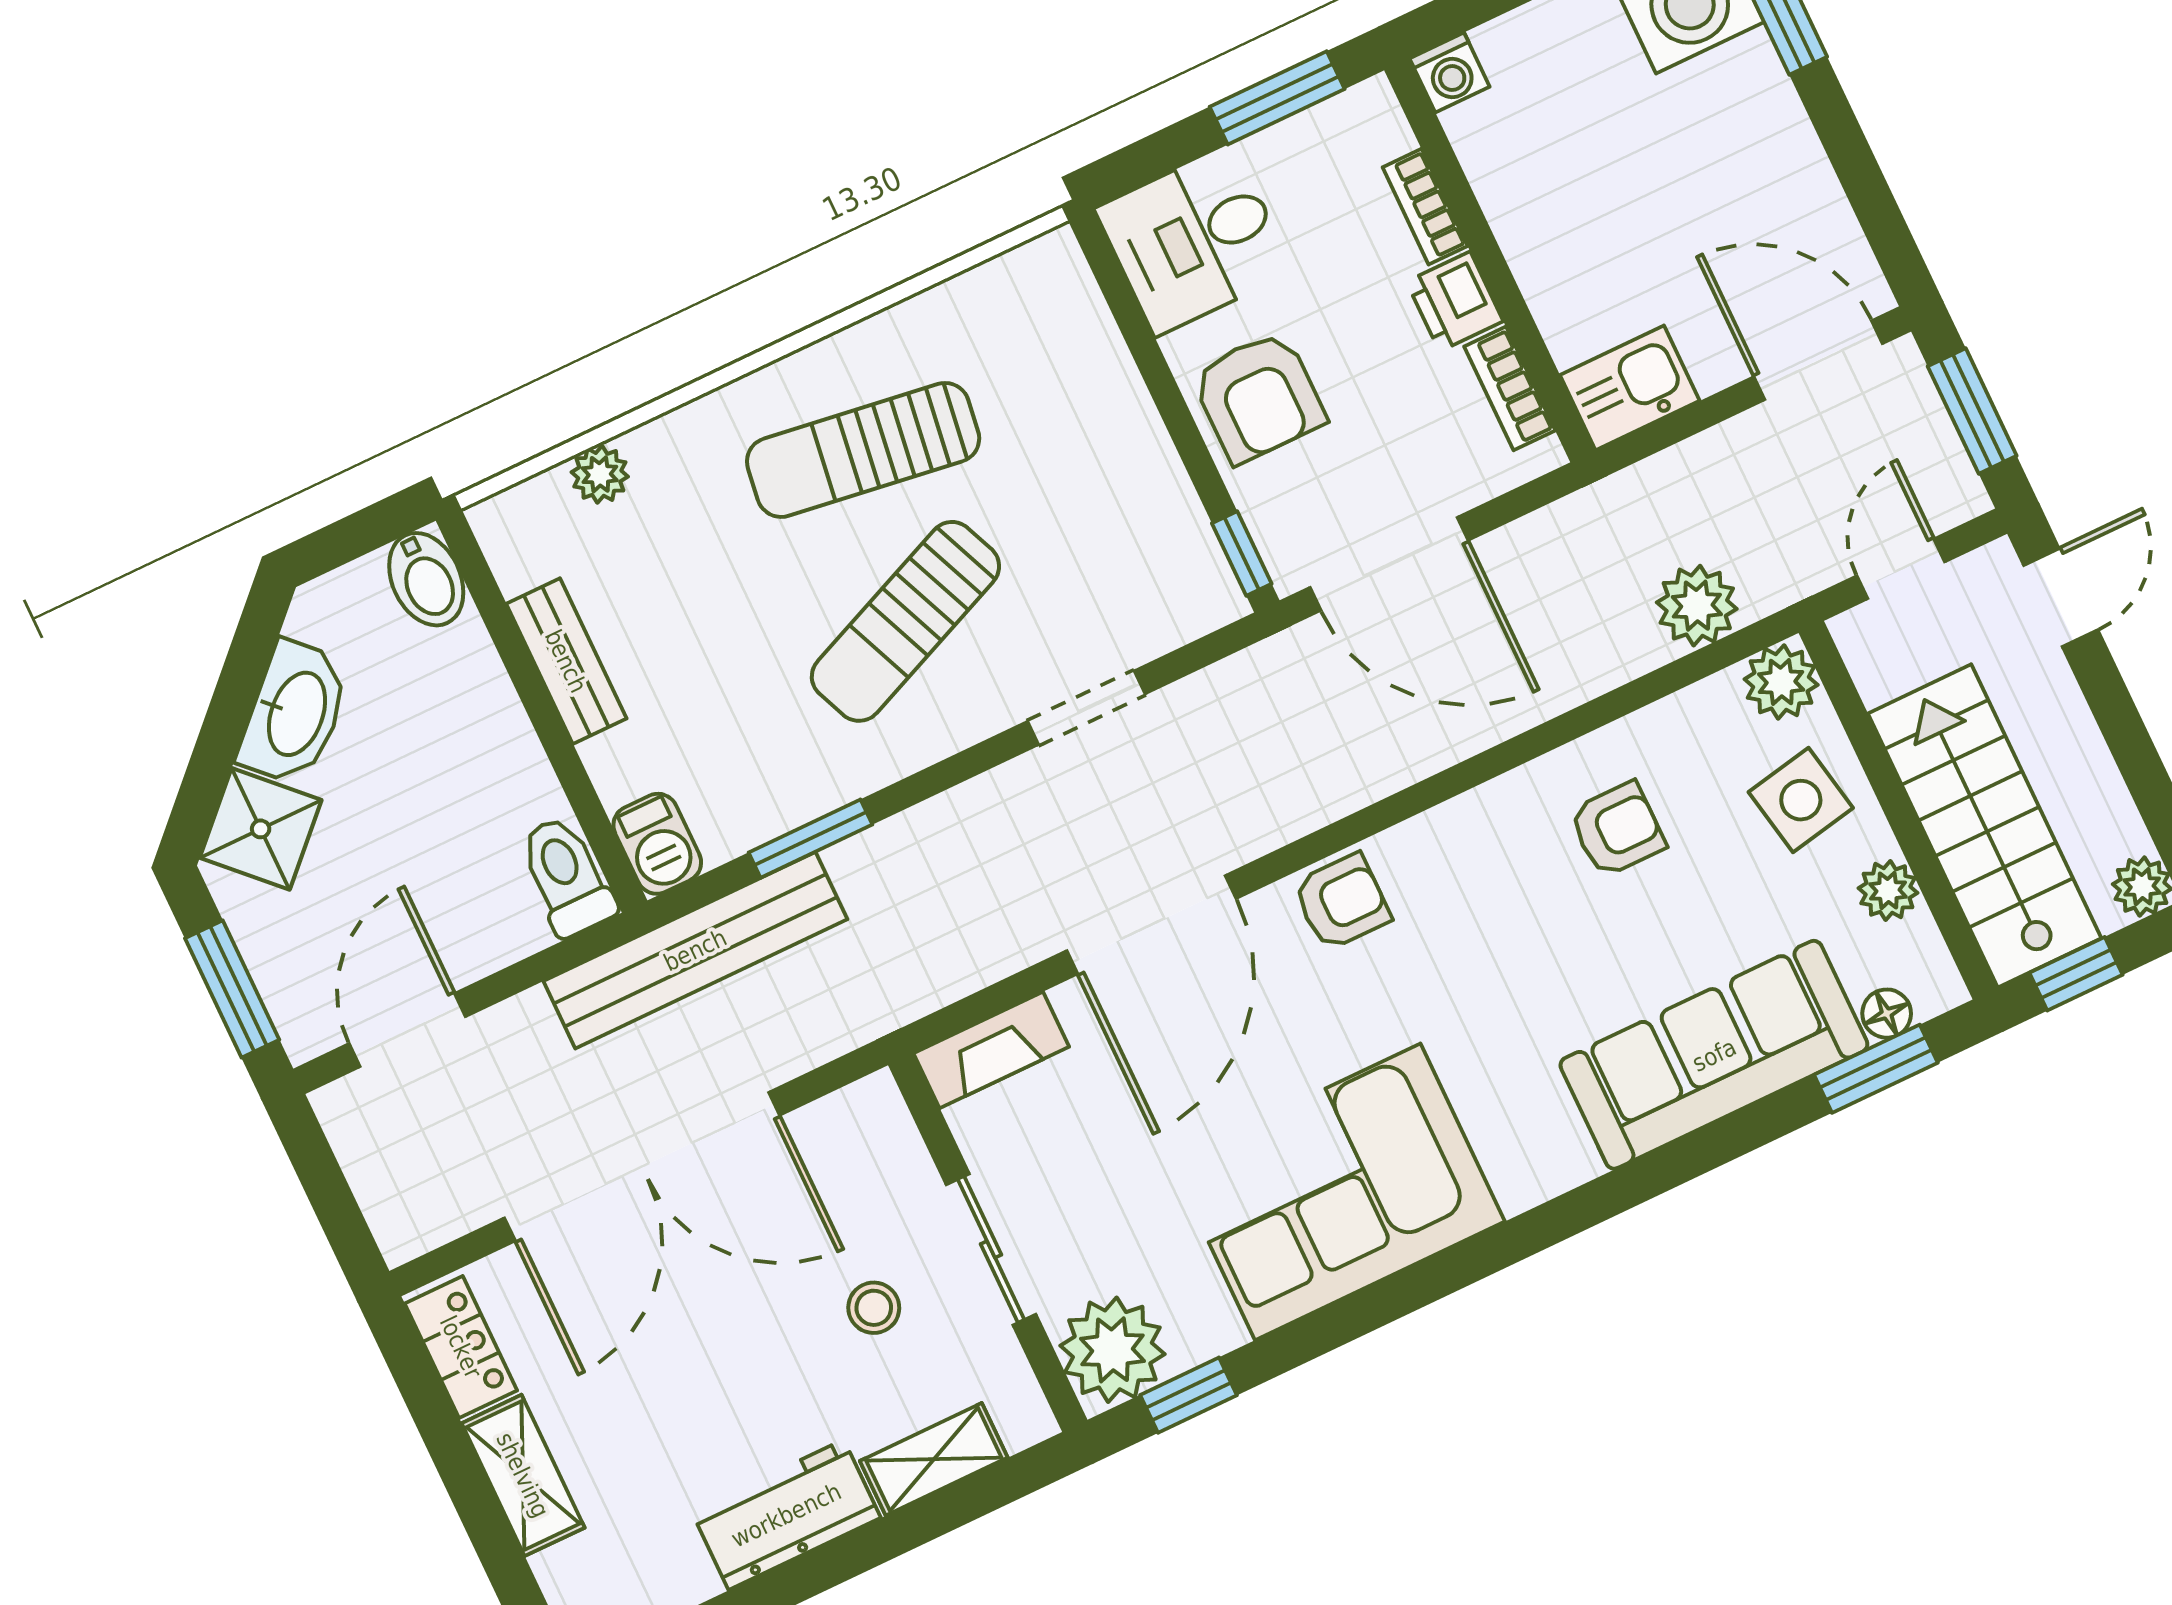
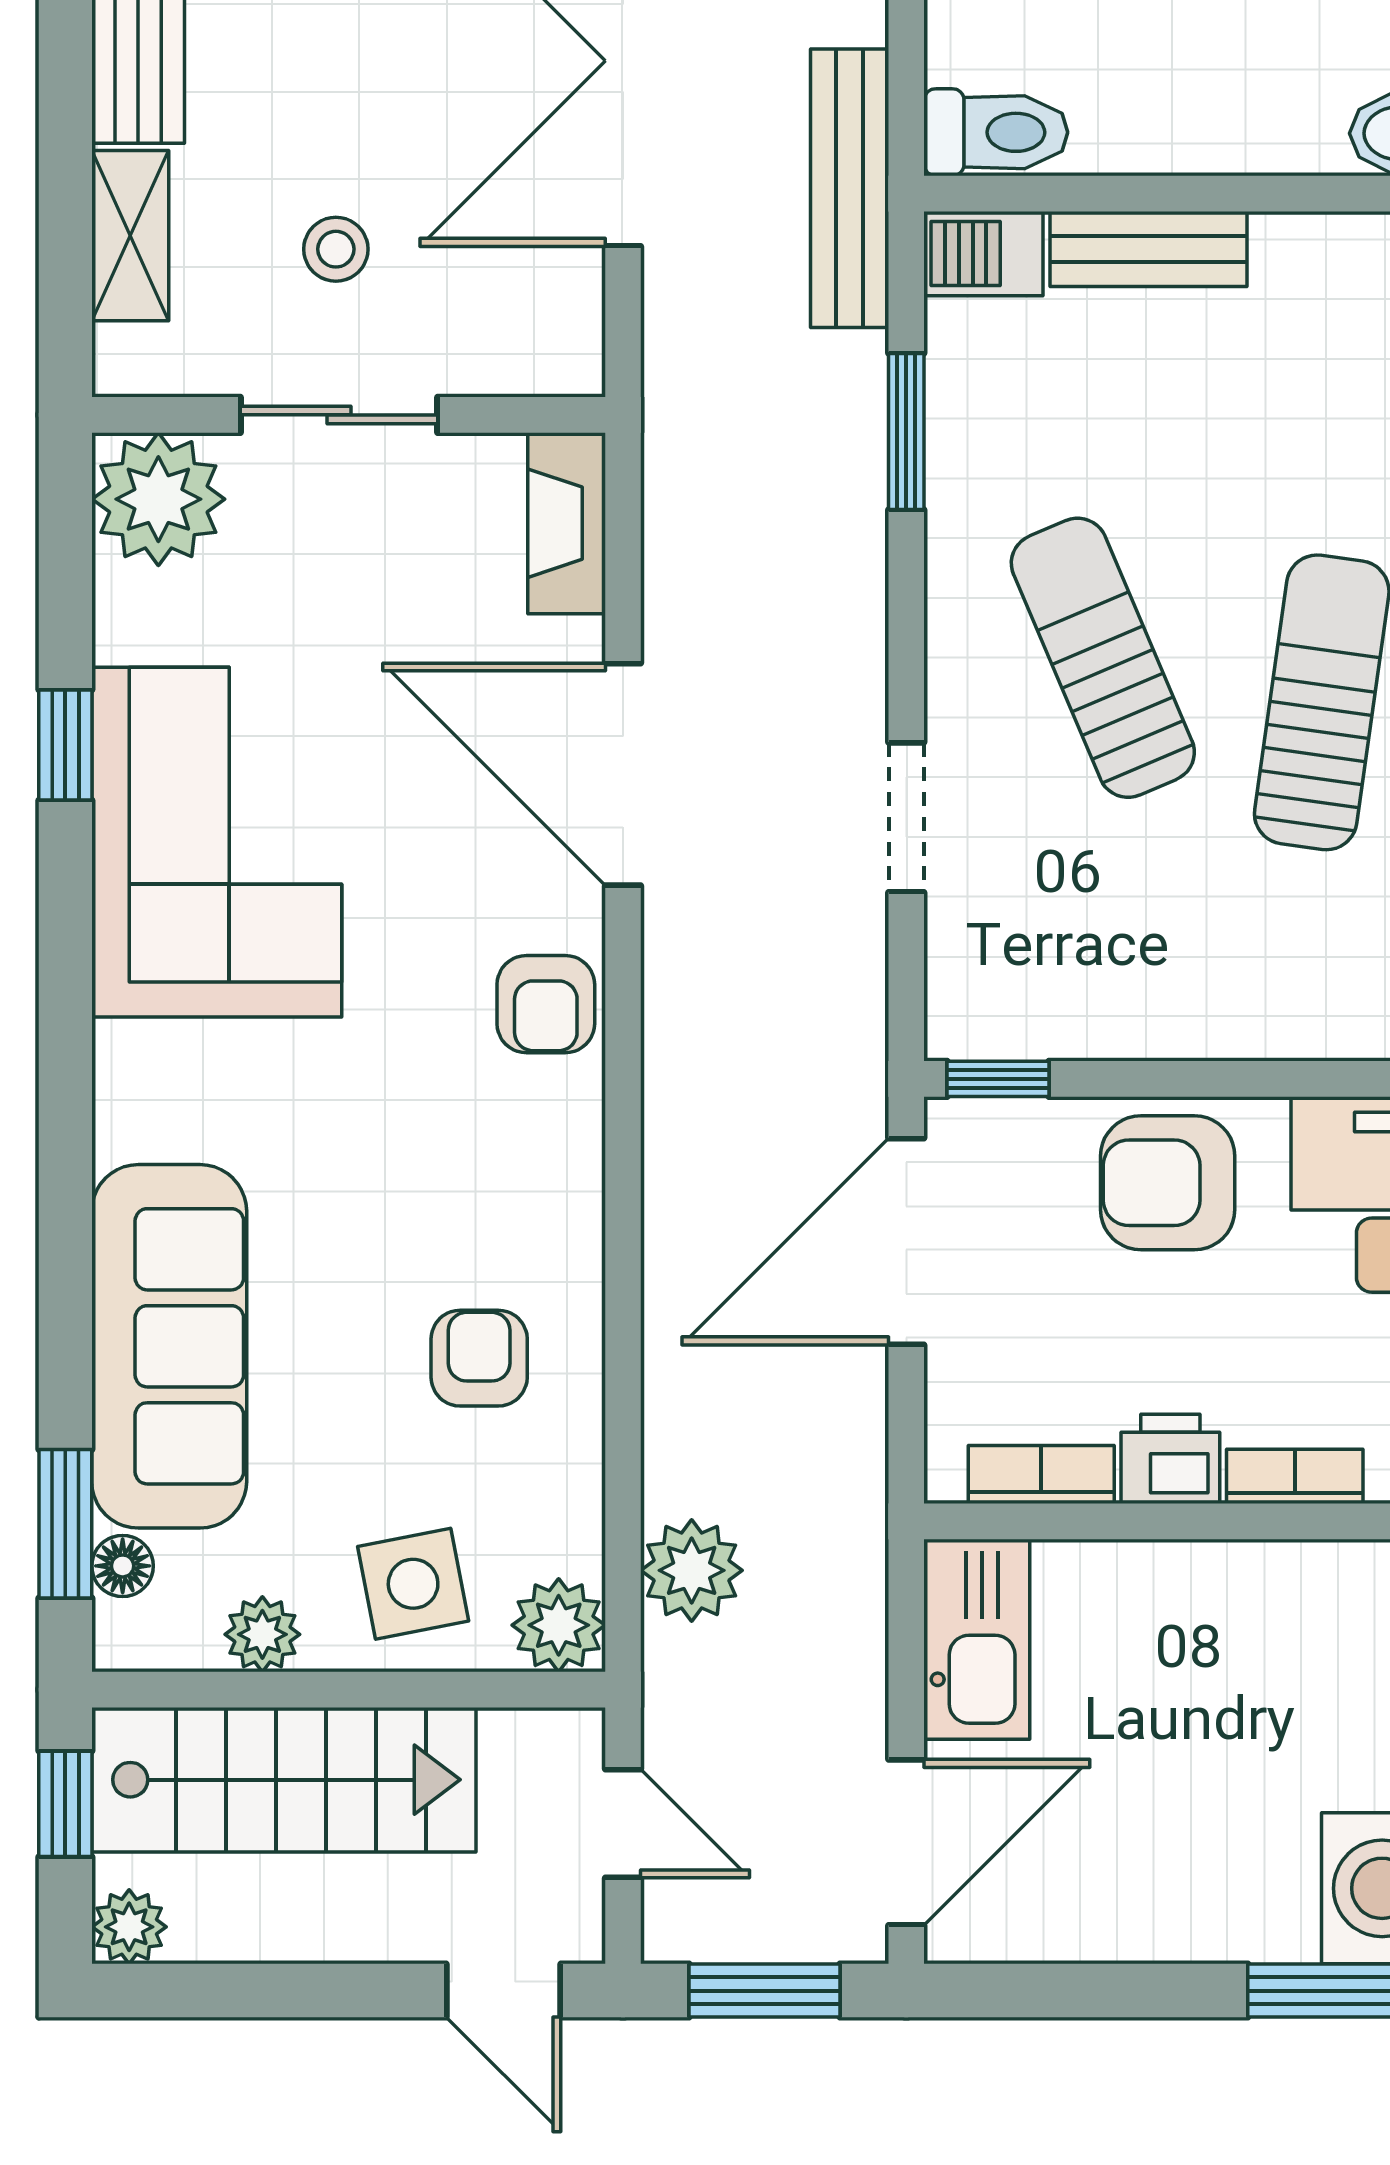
kitchen sink: (1630, 388) -> (977, 1639), width x1.38
bench: (566, 661) -> (1148, 249), moved
armchair: (1617, 829) -> (479, 1358), turned 180
bench: (695, 950) -> (850, 188), width x0.73, depth x0.82
window: (1189, 1395) -> (65, 745), moved

